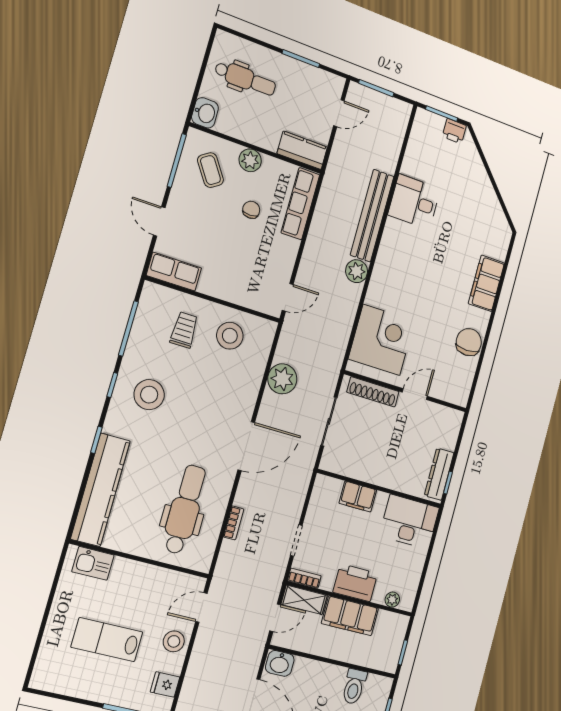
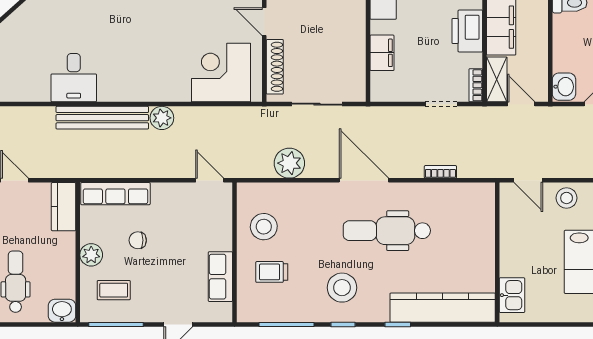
coffee table: (211, 170) -> (114, 290), turned 34
row of seats: (174, 272) -> (220, 277), moved
dental chair: (185, 509) -> (387, 231), moved

